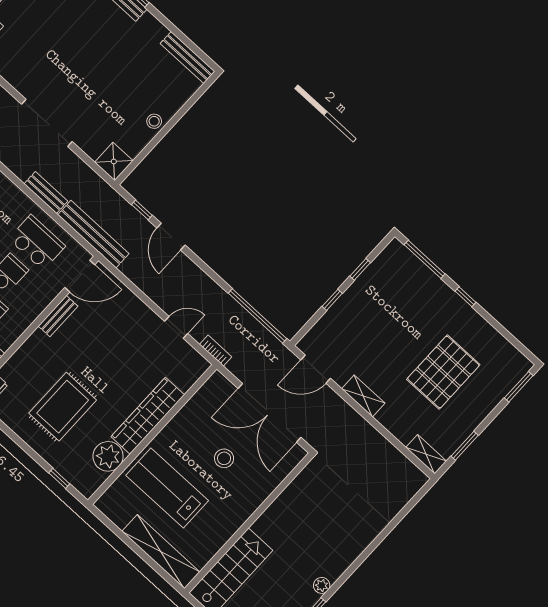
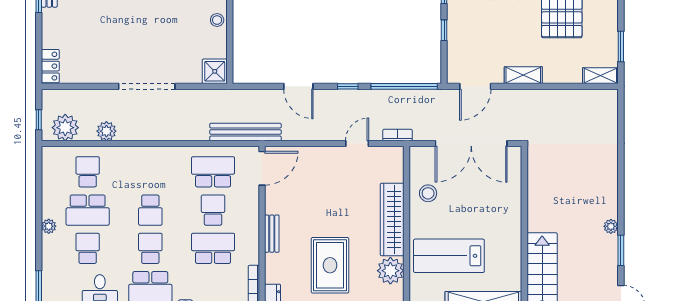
bench: (46, 192) -> (188, 133), removed
window: (142, 210) -> (348, 86), moved
bench: (58, 316) -> (272, 234), moved
stool: (224, 458) -> (428, 193), moved

